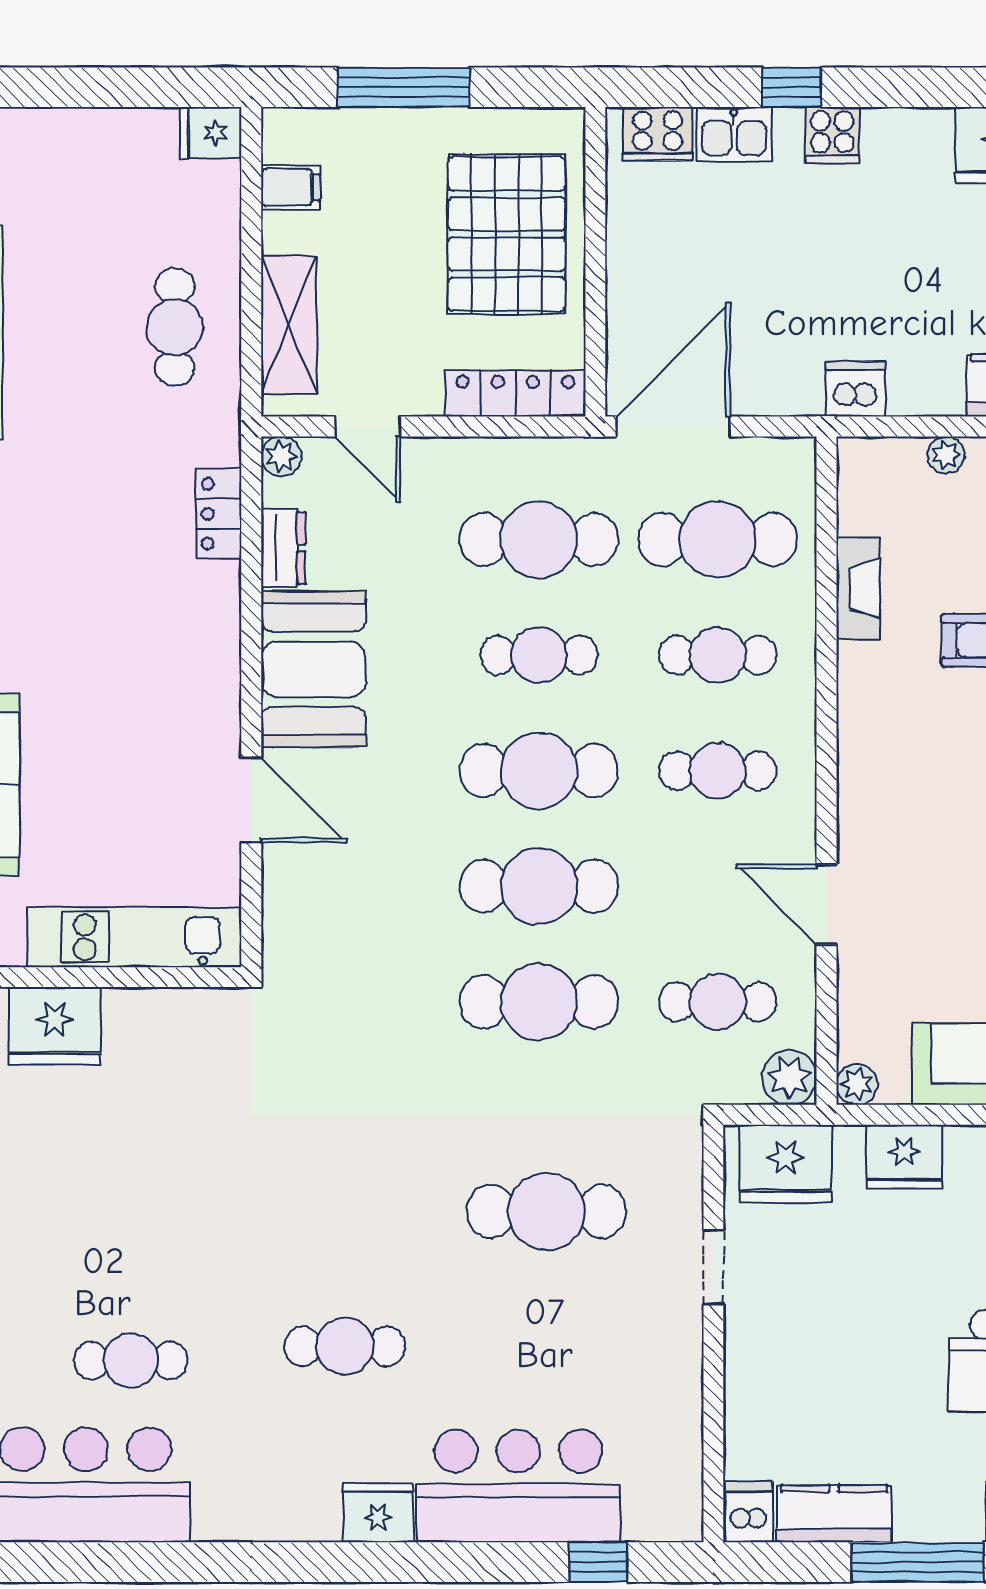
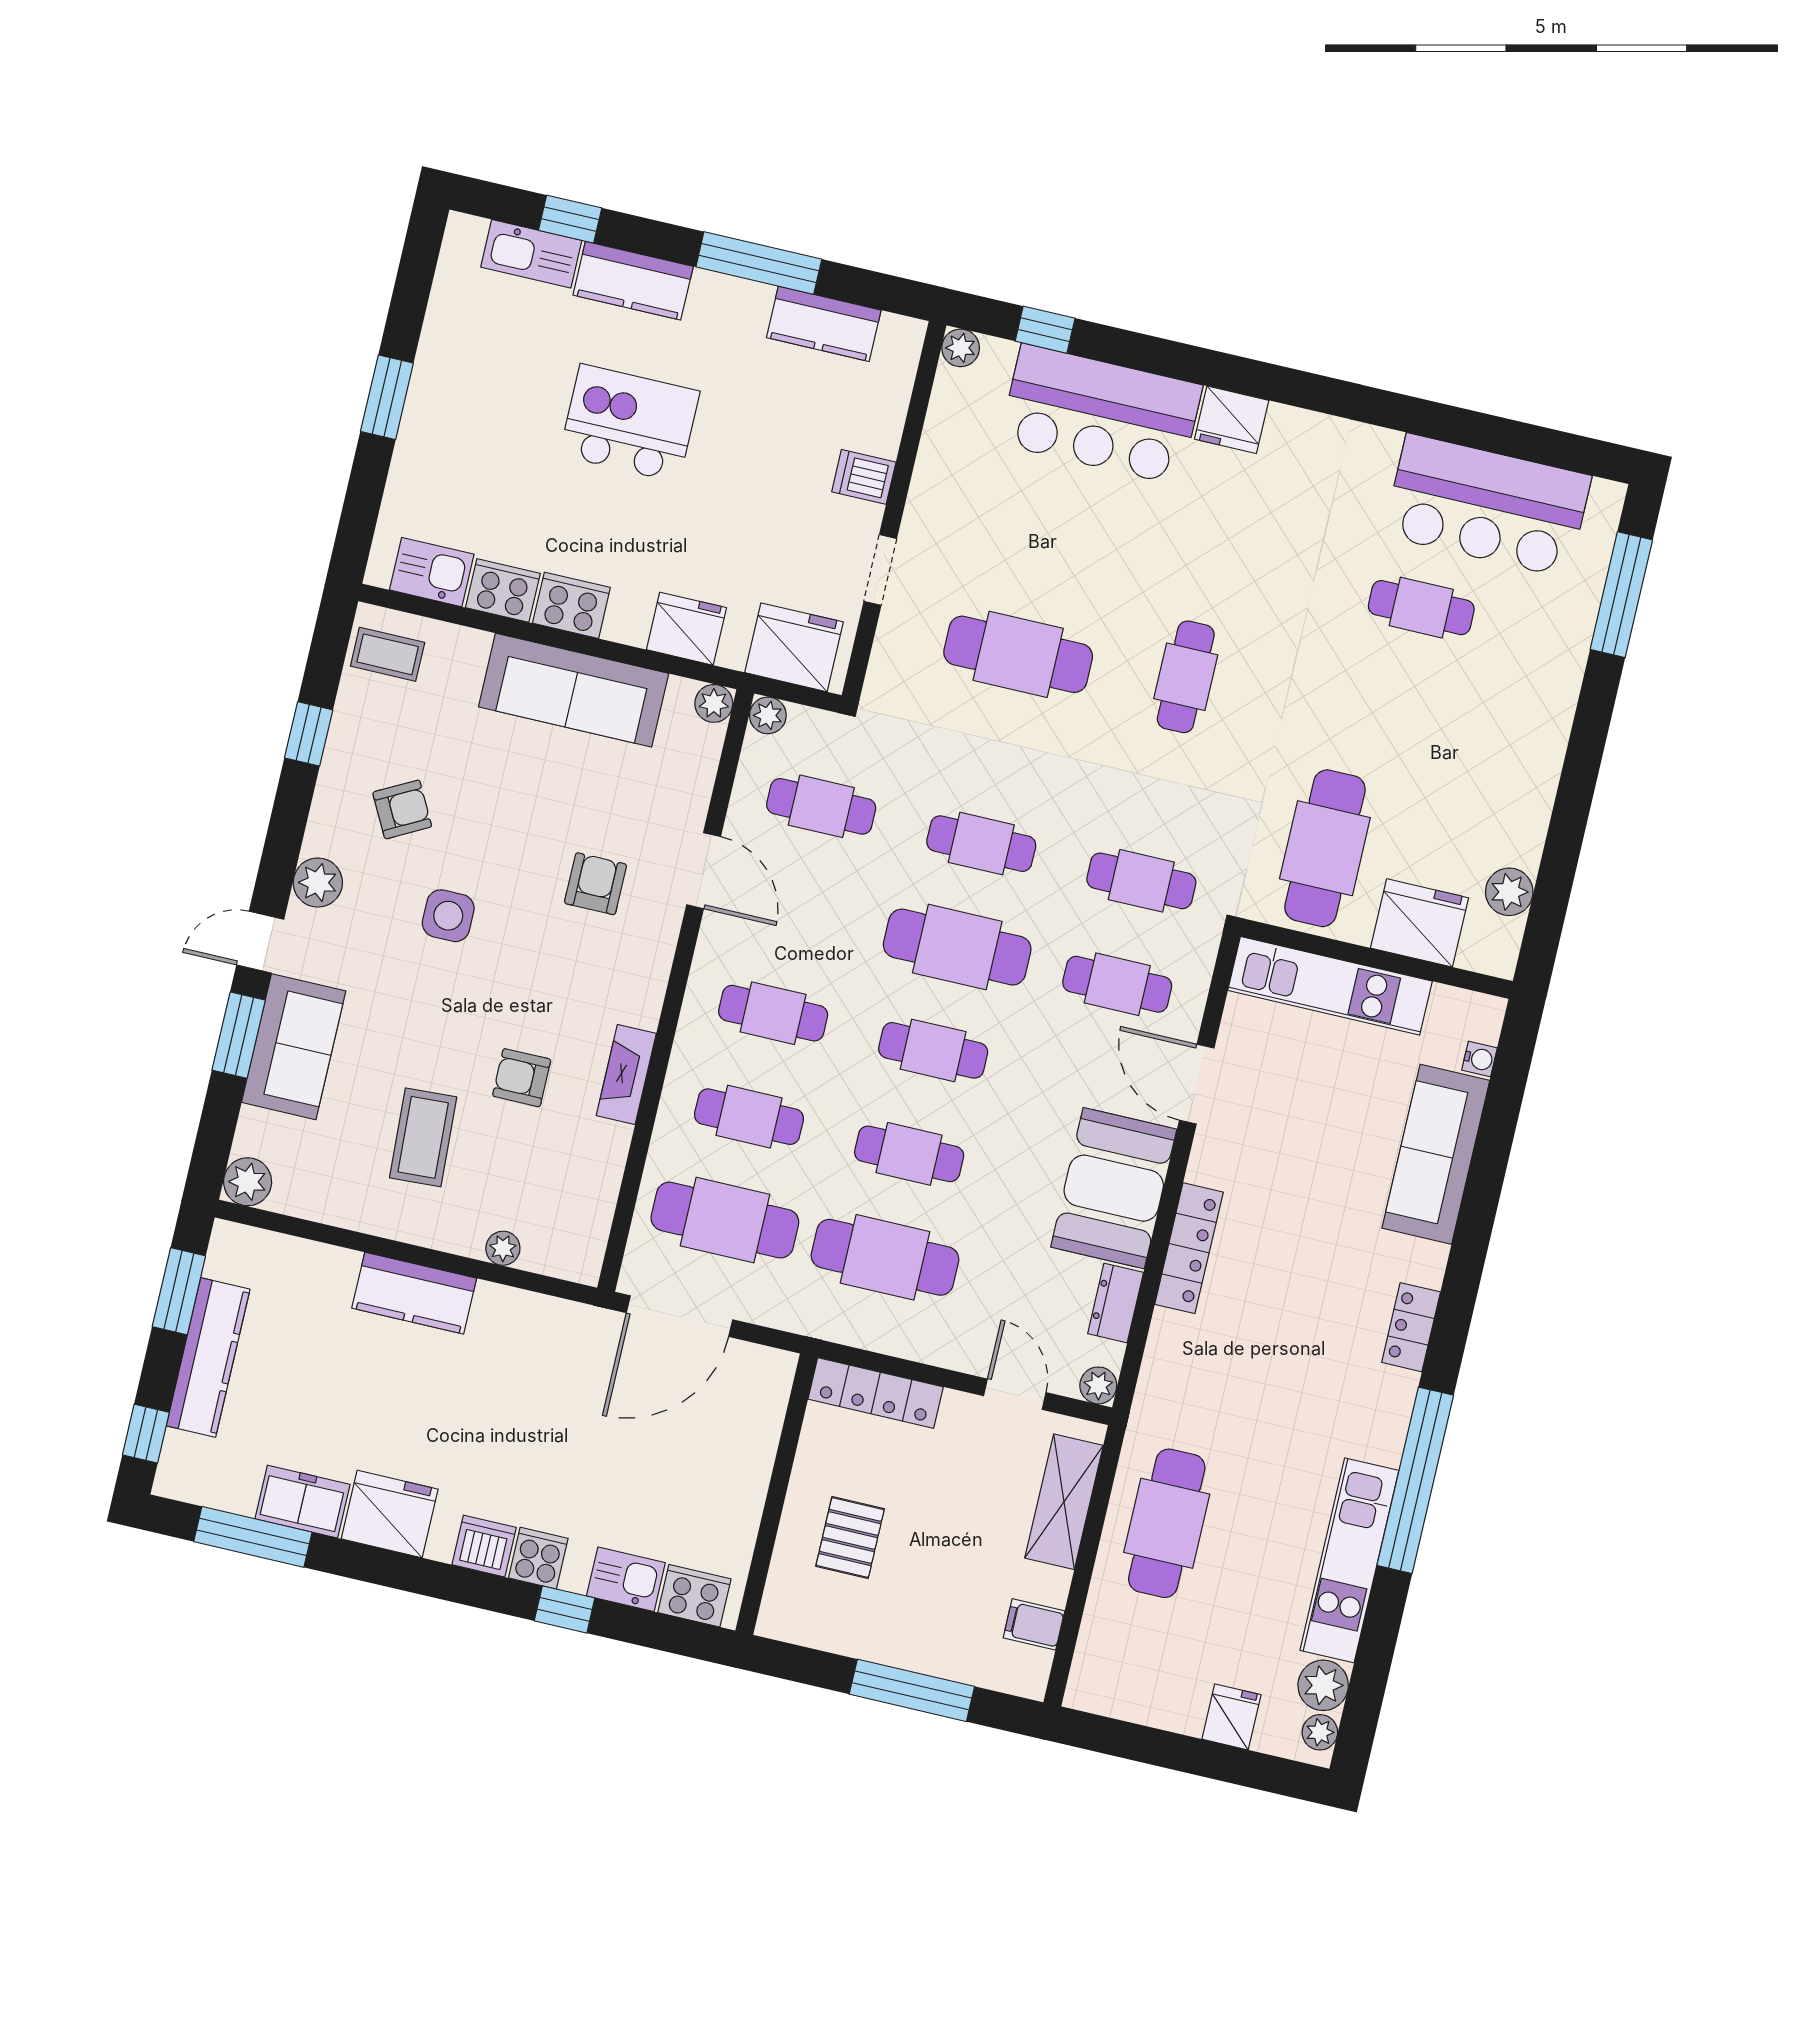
fridge: (211, 133) -> (1231, 1717), moved, turned -90
pallet: (507, 234) -> (850, 1537), width x0.49, depth x0.50
cafe table: (175, 327) -> (1167, 1523), width x1.37, depth x1.35
dishwasher: (856, 389) -> (484, 1546), moved, turned 180
door: (673, 427) -> (680, 1316), moved
locker: (219, 514) -> (1189, 1248), moved, width x1.53
fireplace: (858, 588) -> (626, 1074), moved
cafe table: (539, 771) -> (933, 1050), width x0.73, depth x0.74
armchair: (938, 864) -> (595, 884), added
cafe table: (360, 886) -> (1117, 984), added
cafe table: (360, 1002) -> (1141, 881), added
cafe table: (539, 1002) -> (981, 844), width x0.73, depth x0.74
plant: (789, 1077) -> (768, 715), width x0.73, depth x0.73
cafe table: (173, 1082) -> (1325, 848), added
cafe table: (345, 1346) -> (1186, 677), moved, turned 90
dishwasher: (749, 1512) -> (864, 477), moved, turned 90
plant: (683, 1522) -> (961, 348), added

